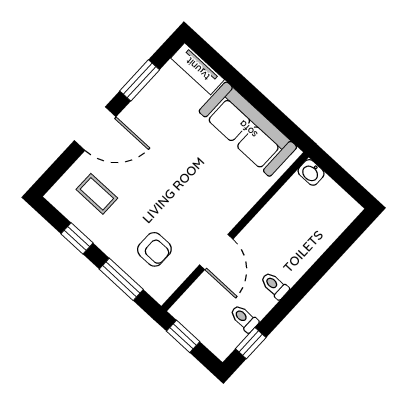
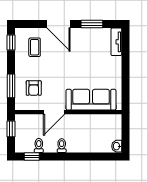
sofa: (248, 129) -> (91, 100), moved, turned 90
washbasin: (311, 172) -> (117, 146), moved
window: (77, 238) -> (11, 42), moved

